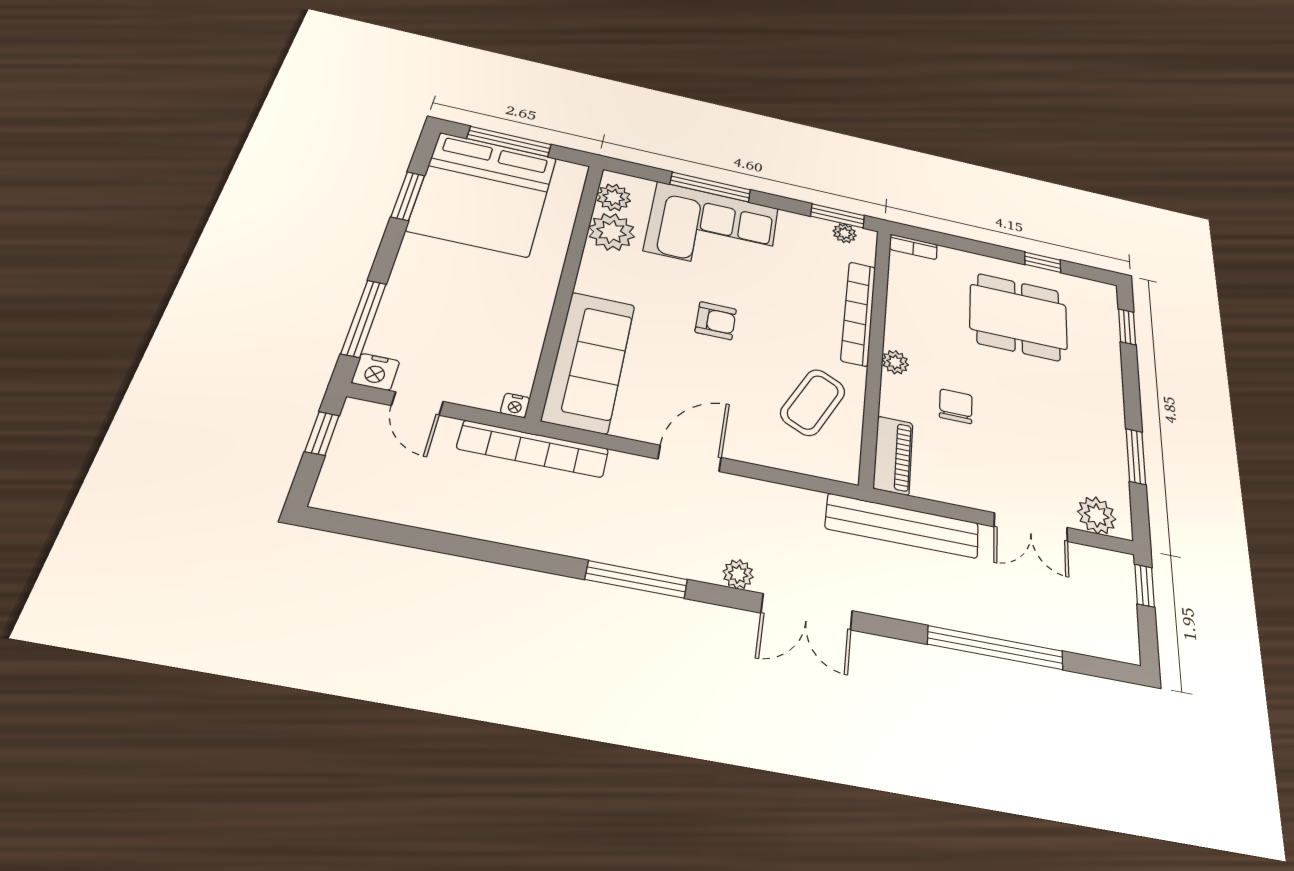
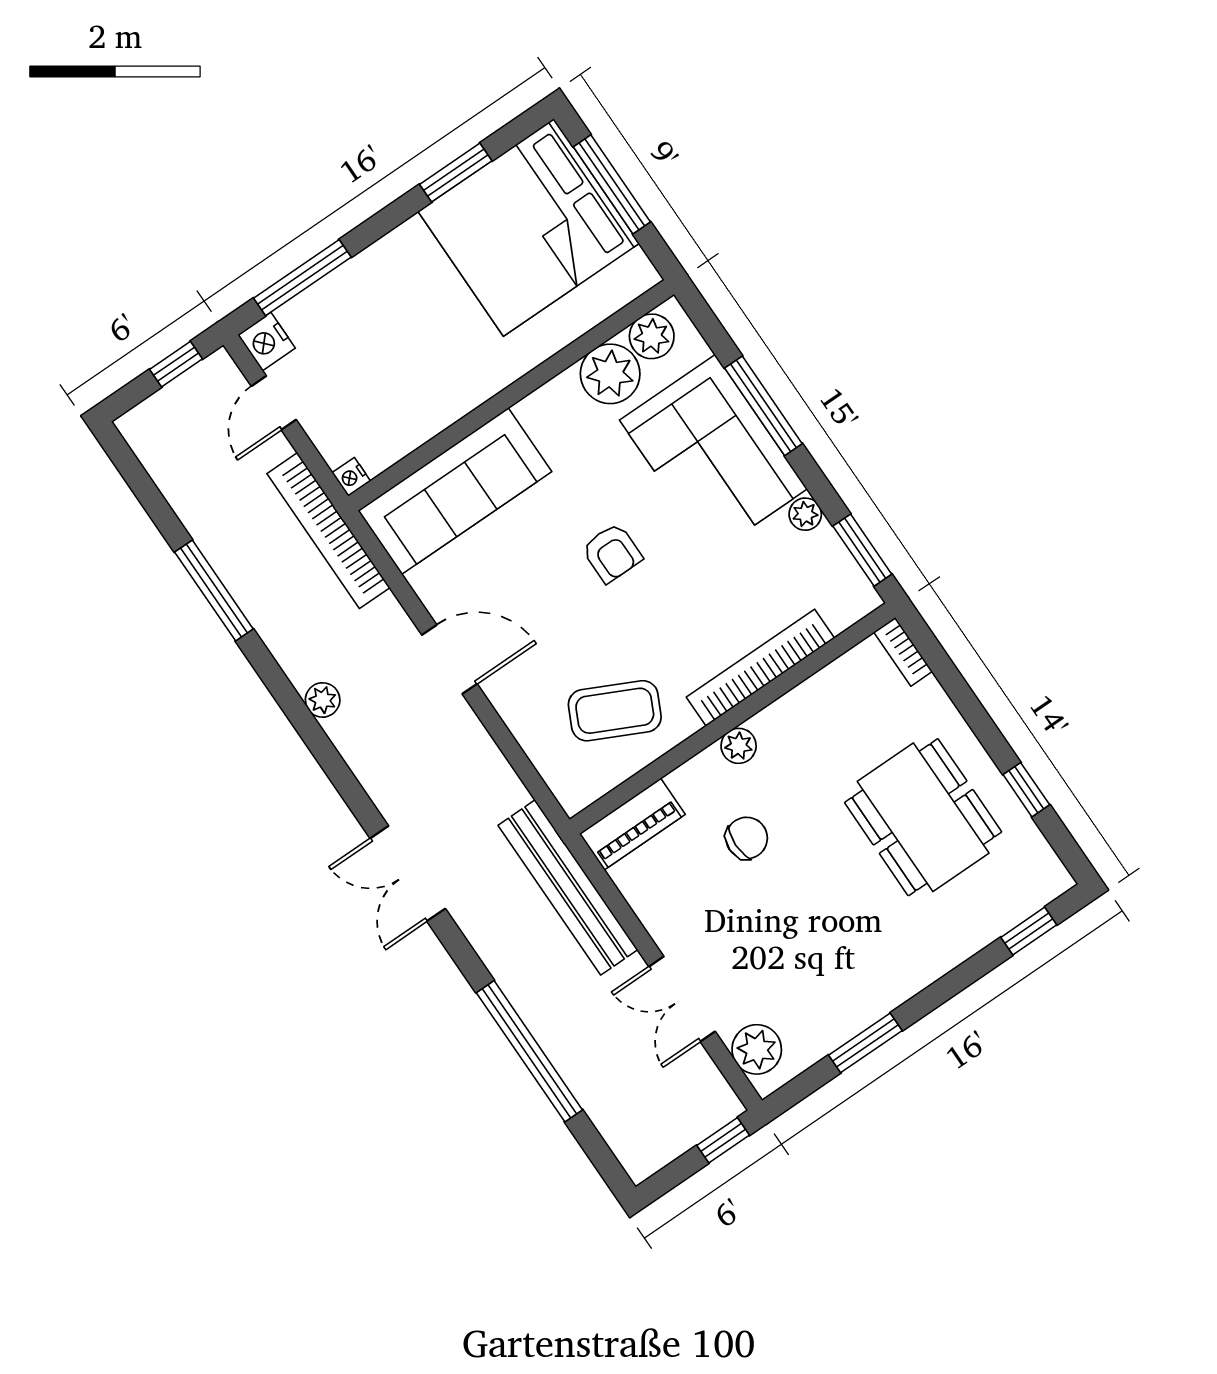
plant: (845, 233) -> (805, 514), moved
plant: (738, 574) -> (323, 700), moved
window: (636, 579) -> (214, 590), moved

